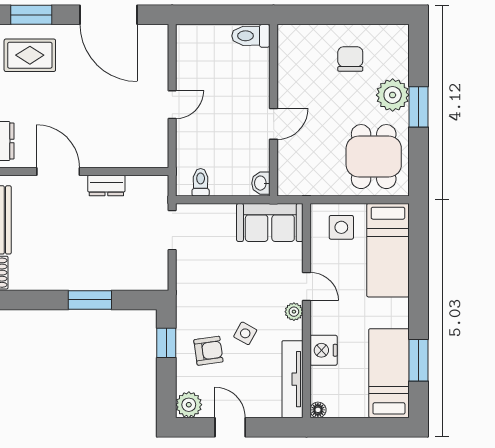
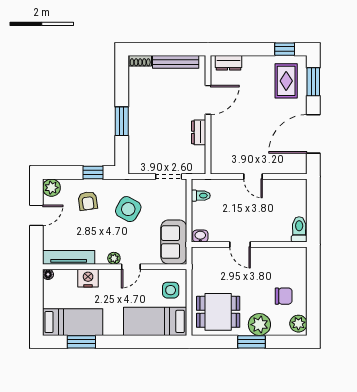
plant: (391, 37) -> (298, 324), added
side table: (245, 333) -> (128, 209), moved, width x1.87, depth x1.87

